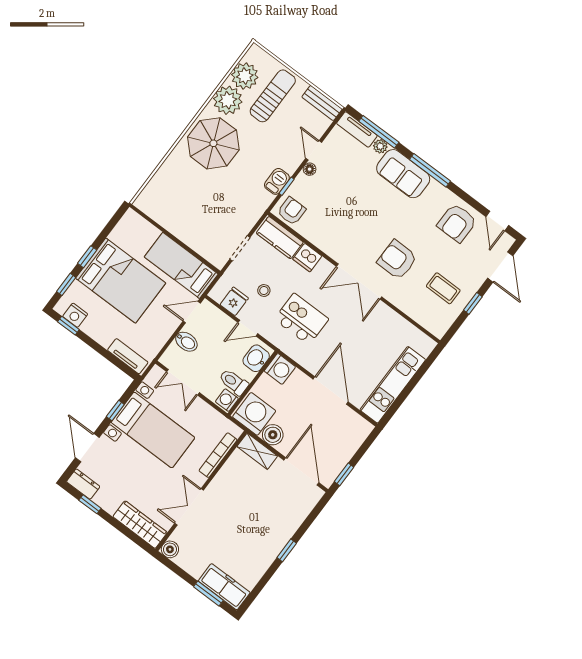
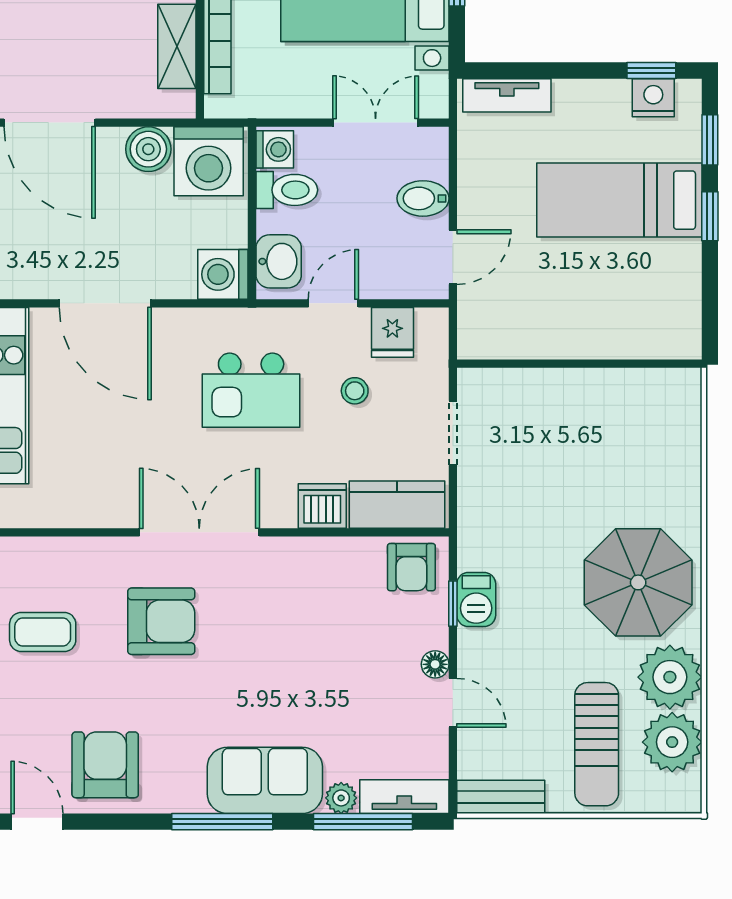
bed: (181, 265) -> (533, 325), removed
bed: (121, 281) -> (619, 200), width x0.67
shelving: (257, 451) -> (177, 46), moved, turned 90

